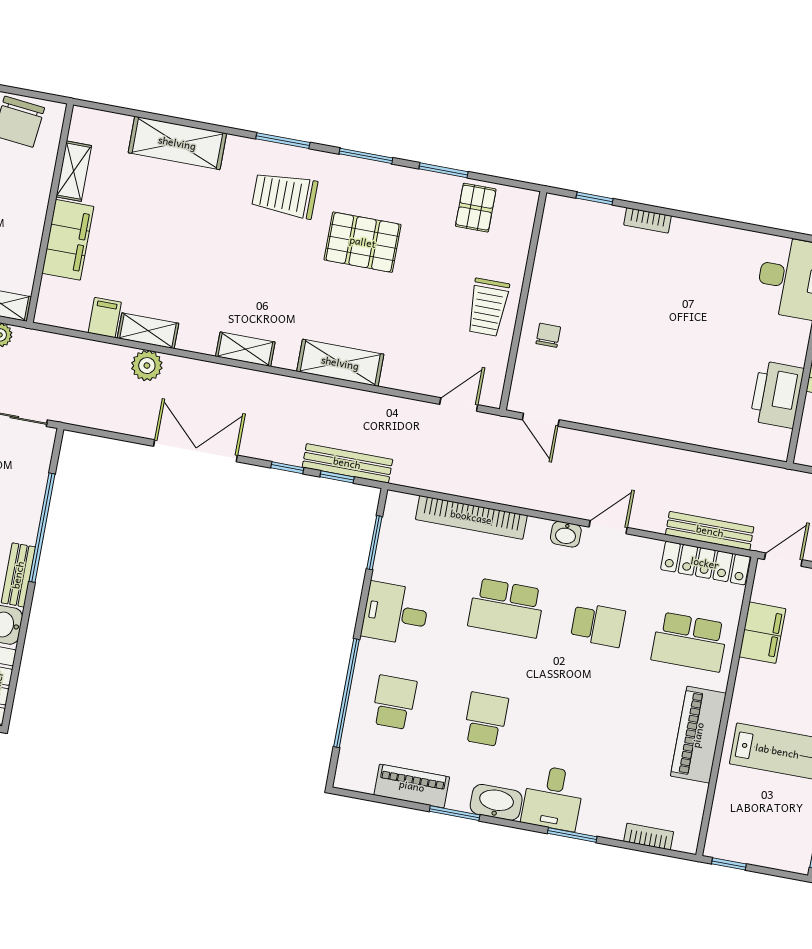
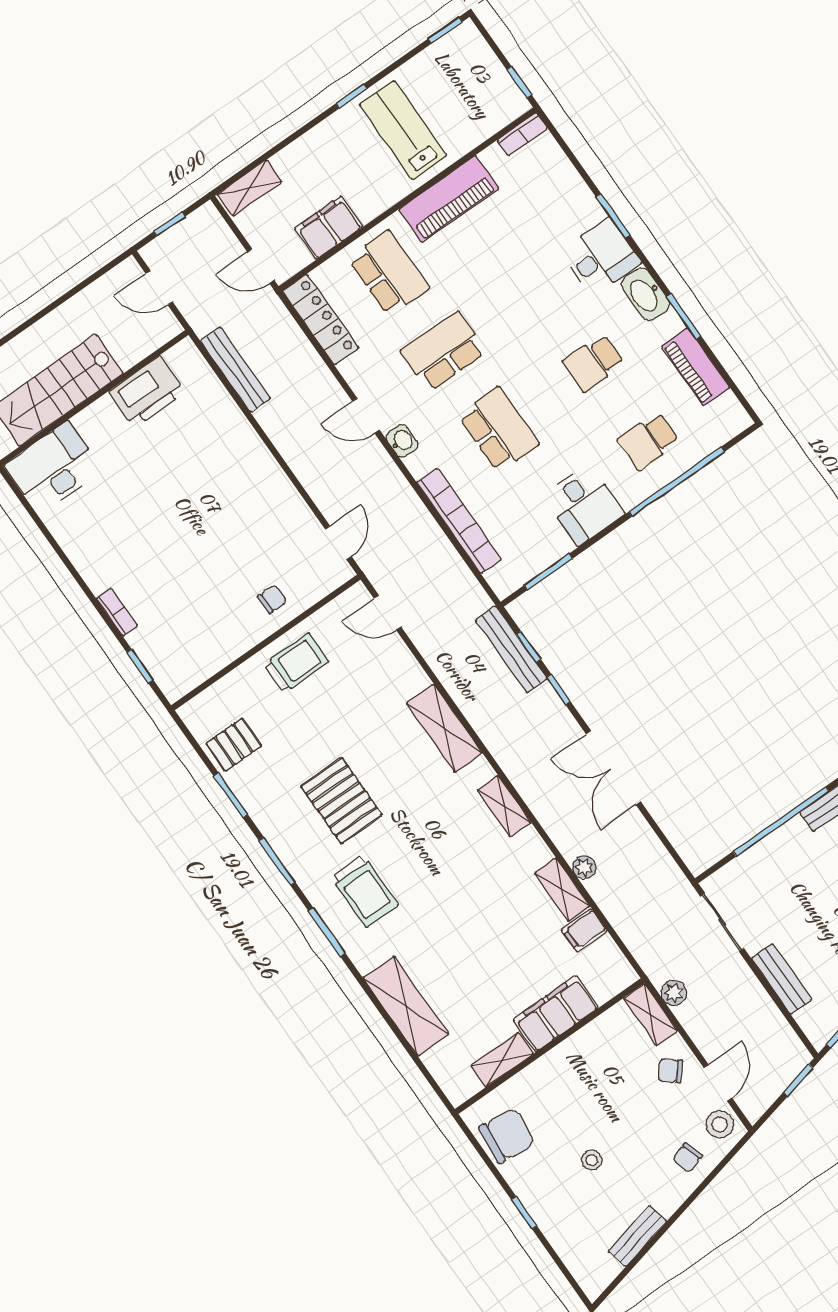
chair: (548, 335) -> (272, 599), turned 180
plant: (147, 366) -> (584, 867), width x0.73, depth x0.73
bench: (710, 531) -> (235, 370), moved
school desk: (598, 625) -> (444, 351), width x1.85
bookcase: (649, 836) -> (522, 134), moved, turned -90

